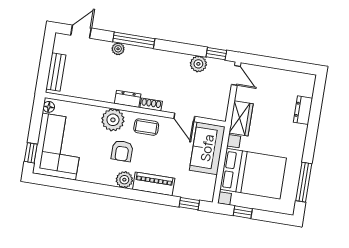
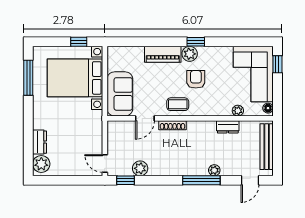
bench: (56, 72) -> (267, 147), width x1.36
plant: (305, 86) -> (41, 164), added
dresser: (128, 99) -> (228, 127), moved
shoe rack: (151, 104) -> (172, 125), width x1.43
door: (184, 117) -> (145, 118), swing flipped
wardrobe: (241, 118) -> (94, 126), removed
plant: (113, 120) -> (238, 111), moved, width x0.53, depth x0.53
window: (189, 204) -> (196, 42), moved

